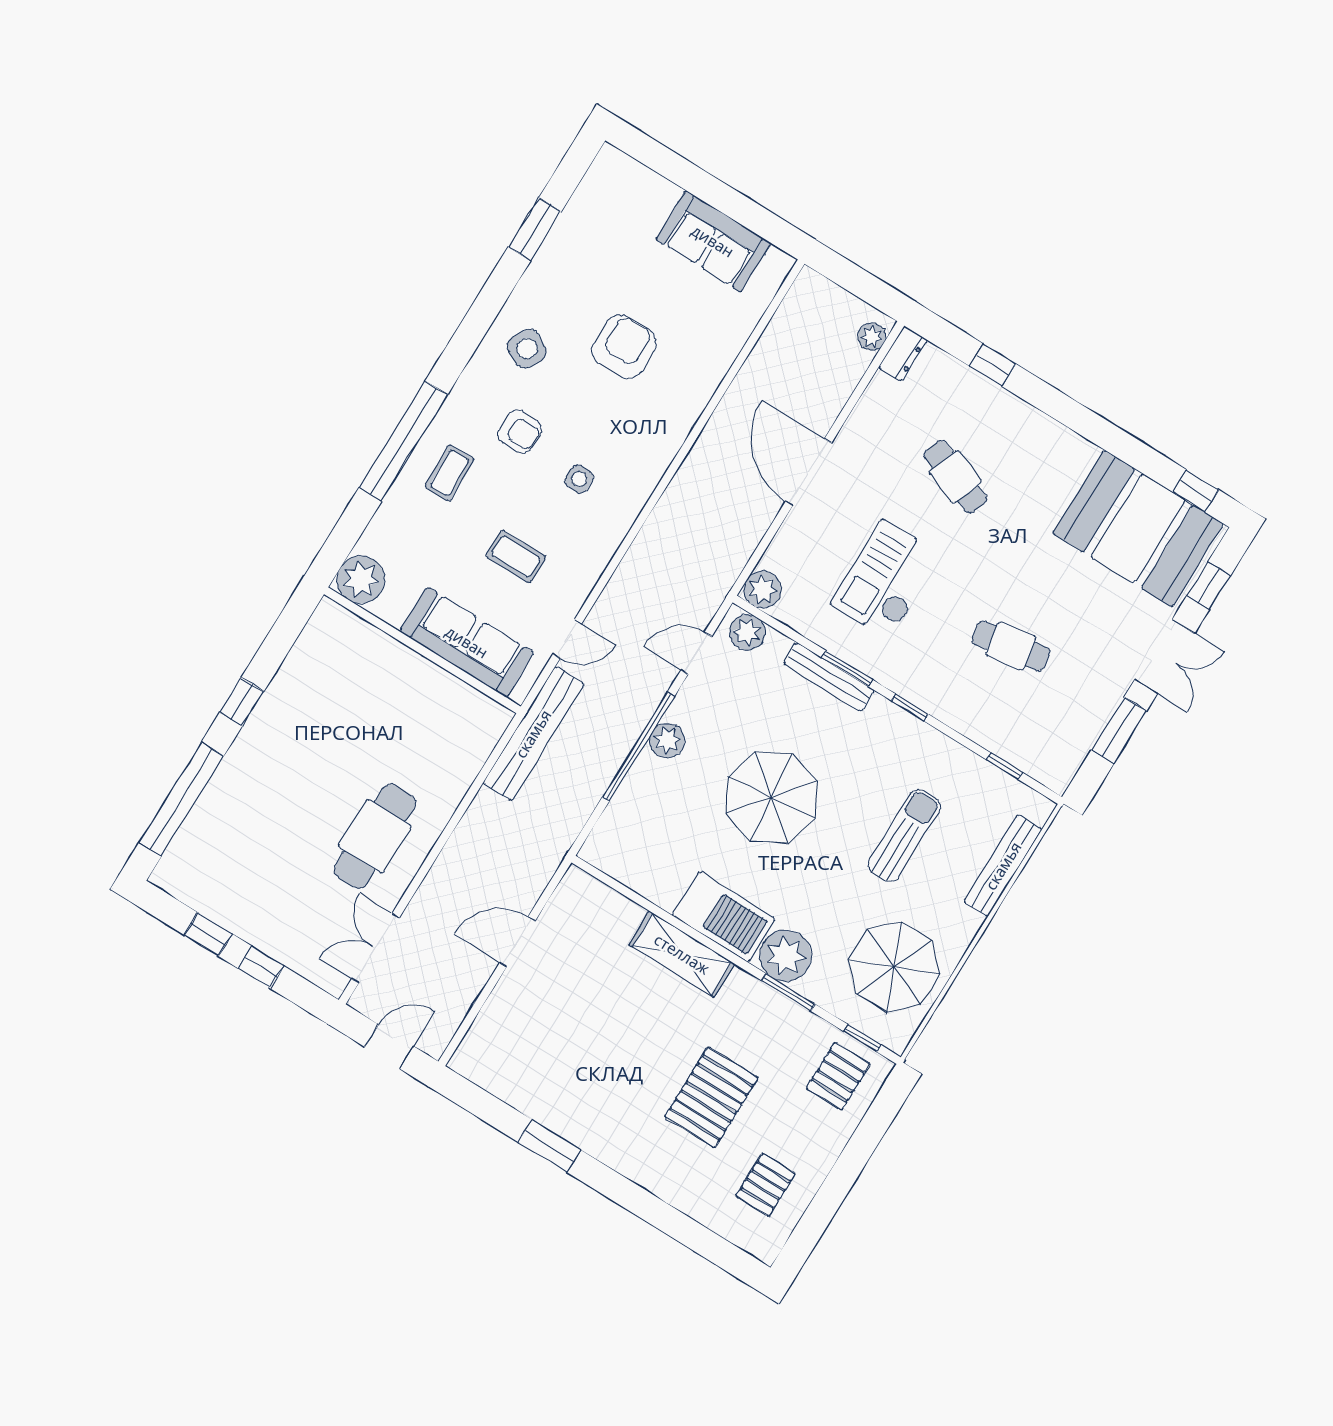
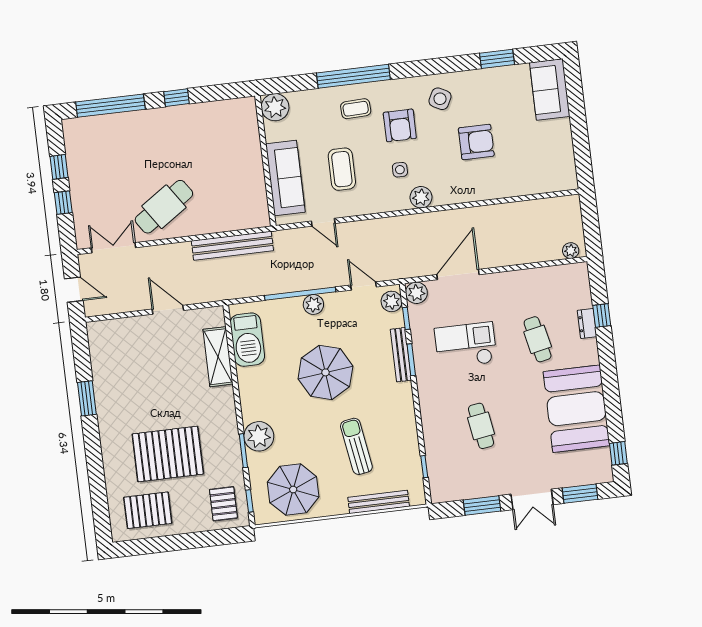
sofa: (713, 241) -> (550, 89), moved
dresser: (903, 354) -> (587, 324), moved, turned 90
armchair: (520, 432) -> (400, 125), width x1.38, depth x1.38
door: (809, 472) -> (458, 275), moved
cafe table: (955, 477) -> (538, 339), turned -33
plant: (639, 480) -> (421, 197), added
booth: (1138, 529) -> (576, 409), moved
coffee table: (516, 557) -> (342, 169), width x1.36, depth x1.30
window: (1209, 586) -> (580, 494), width x1.50
window: (910, 707) -> (406, 318), moved
bench: (533, 734) -> (232, 246), moved
sun lounger: (904, 835) -> (356, 446), turned -99
cafe table: (375, 836) -> (164, 207), turned -34
barbecue: (724, 917) -> (247, 340), moved
shelving: (682, 954) -> (218, 357), moved
pallet: (838, 1076) -> (223, 504), turned 90
pallet: (711, 1097) -> (168, 454), width x1.37, depth x1.41
pallet: (766, 1185) -> (148, 510), width x1.50, depth x1.42

